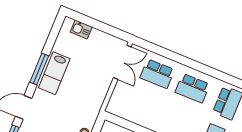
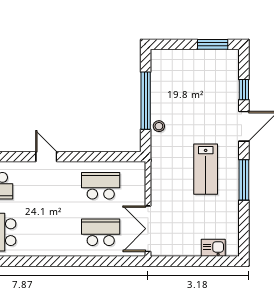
lab bench: (54, 73) -> (206, 169), moved, turned 180
school desk: (192, 88) -> (101, 186), moved

